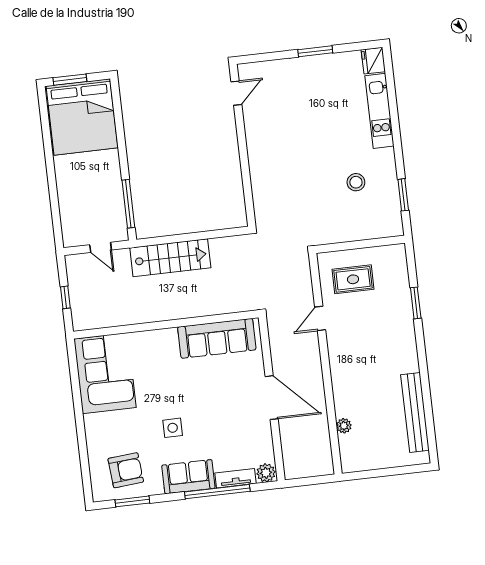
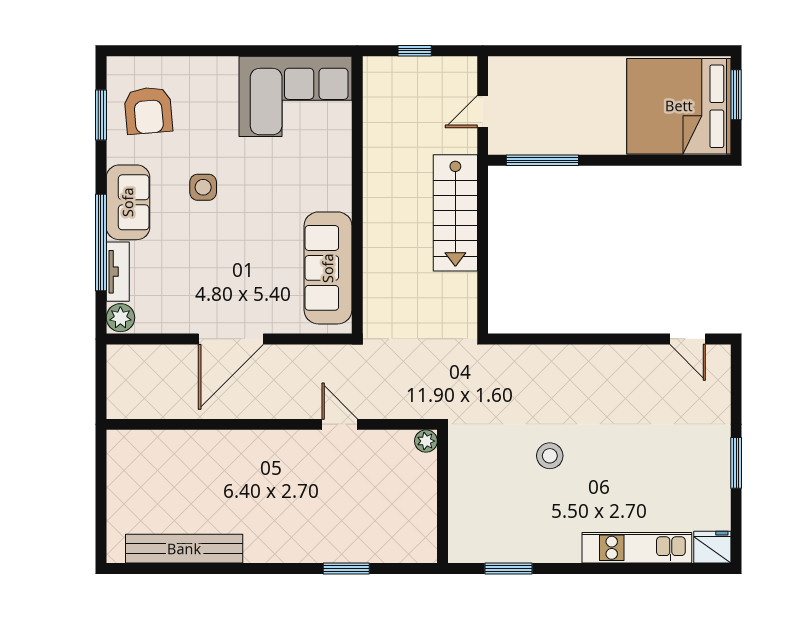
stool: (356, 182) -> (550, 456), moved
rug: (353, 279) -> (392, 480), removed
plant: (344, 426) -> (426, 441), moved

